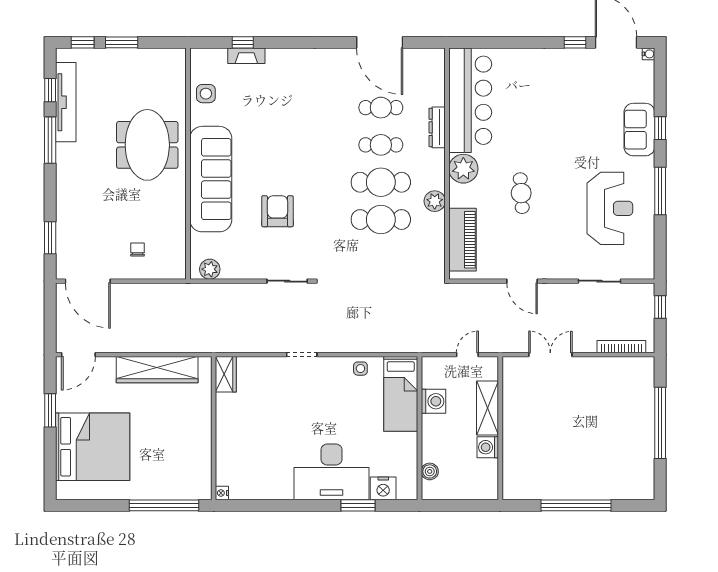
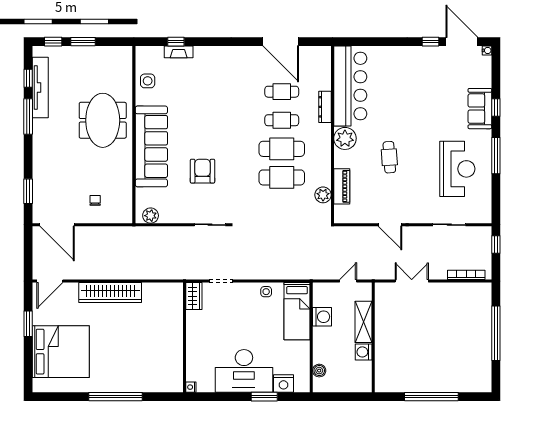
plant: (435, 201) -> (323, 195), moved
piano: (463, 240) -> (342, 186), width x0.73, depth x0.75
wardrobe: (226, 374) -> (194, 296), moved
wall: (214, 428) -> (185, 337), moved
nightstand: (222, 493) -> (191, 387), moved

